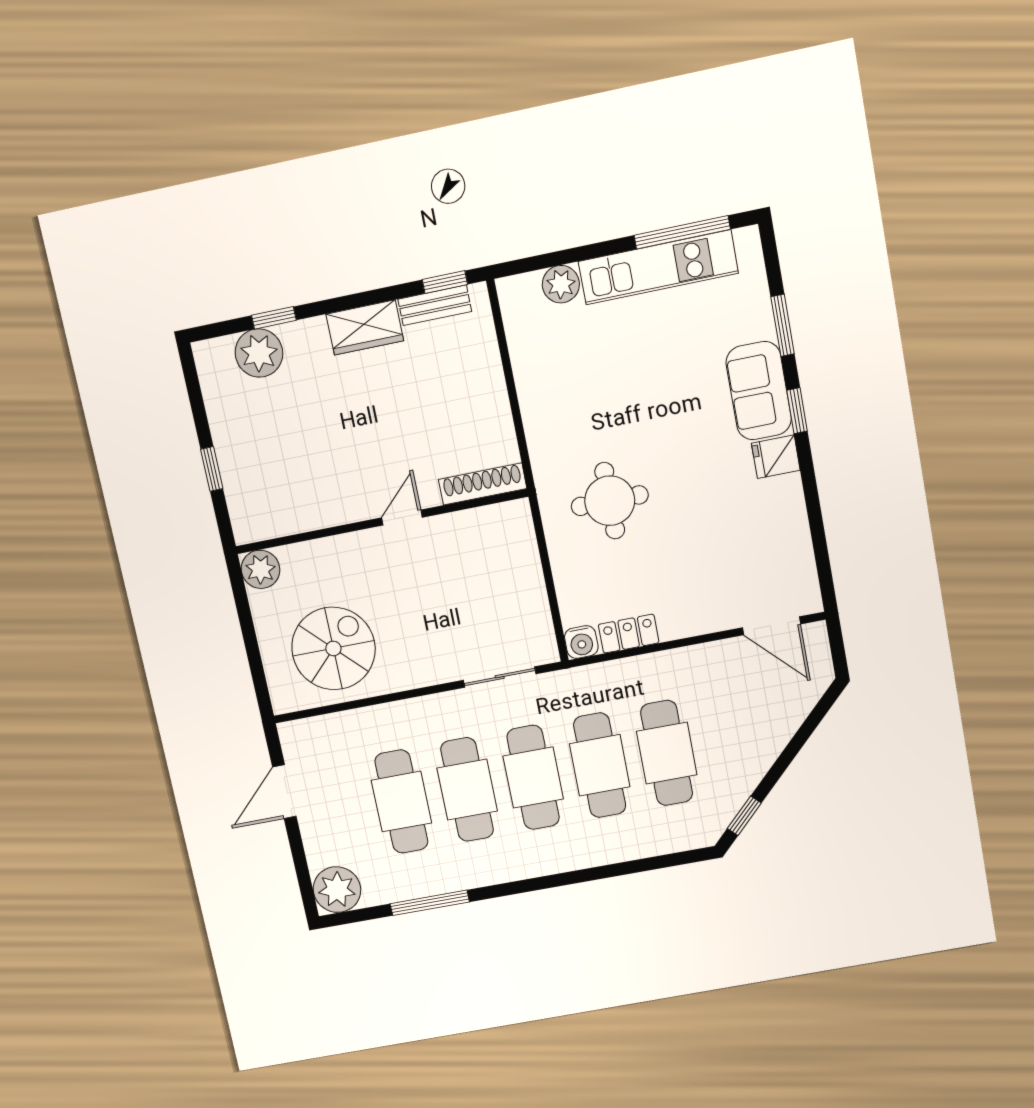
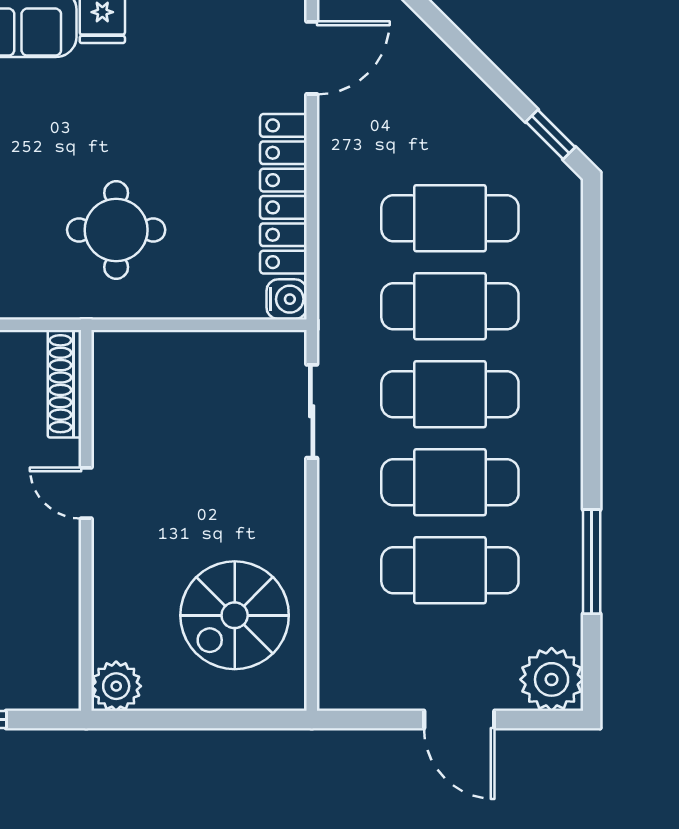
locker: (629, 634) -> (283, 194), width x2.16, depth x1.21
spiral stairs: (333, 648) -> (235, 615), turned -90
door: (284, 792) -> (459, 719), moved

